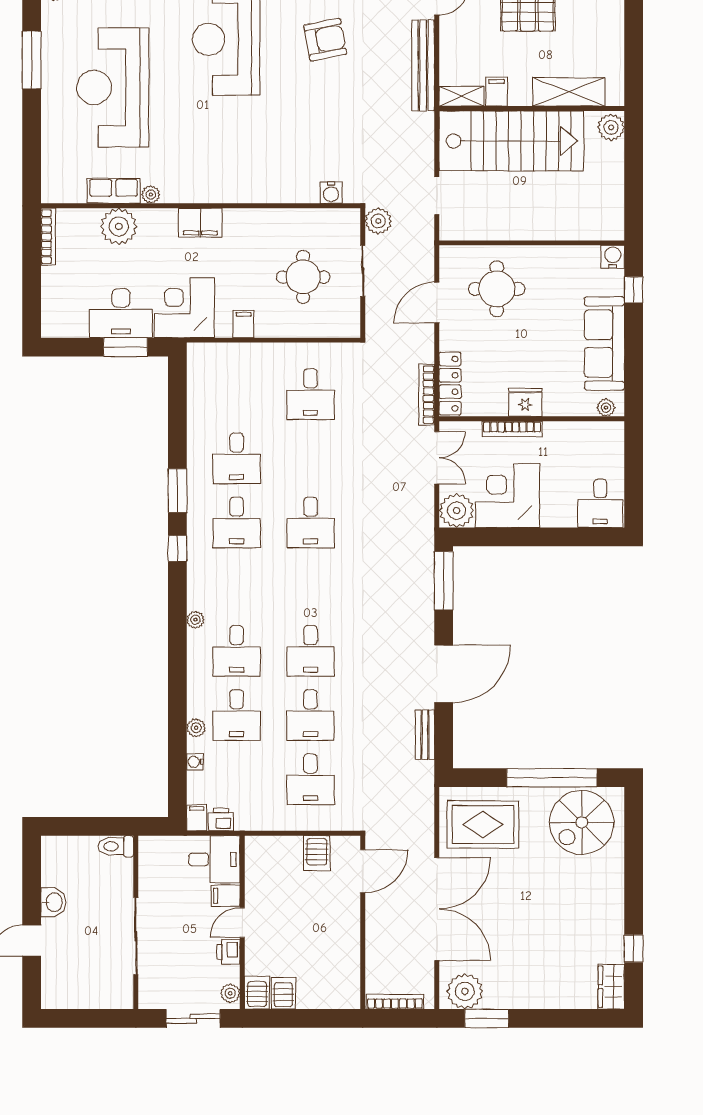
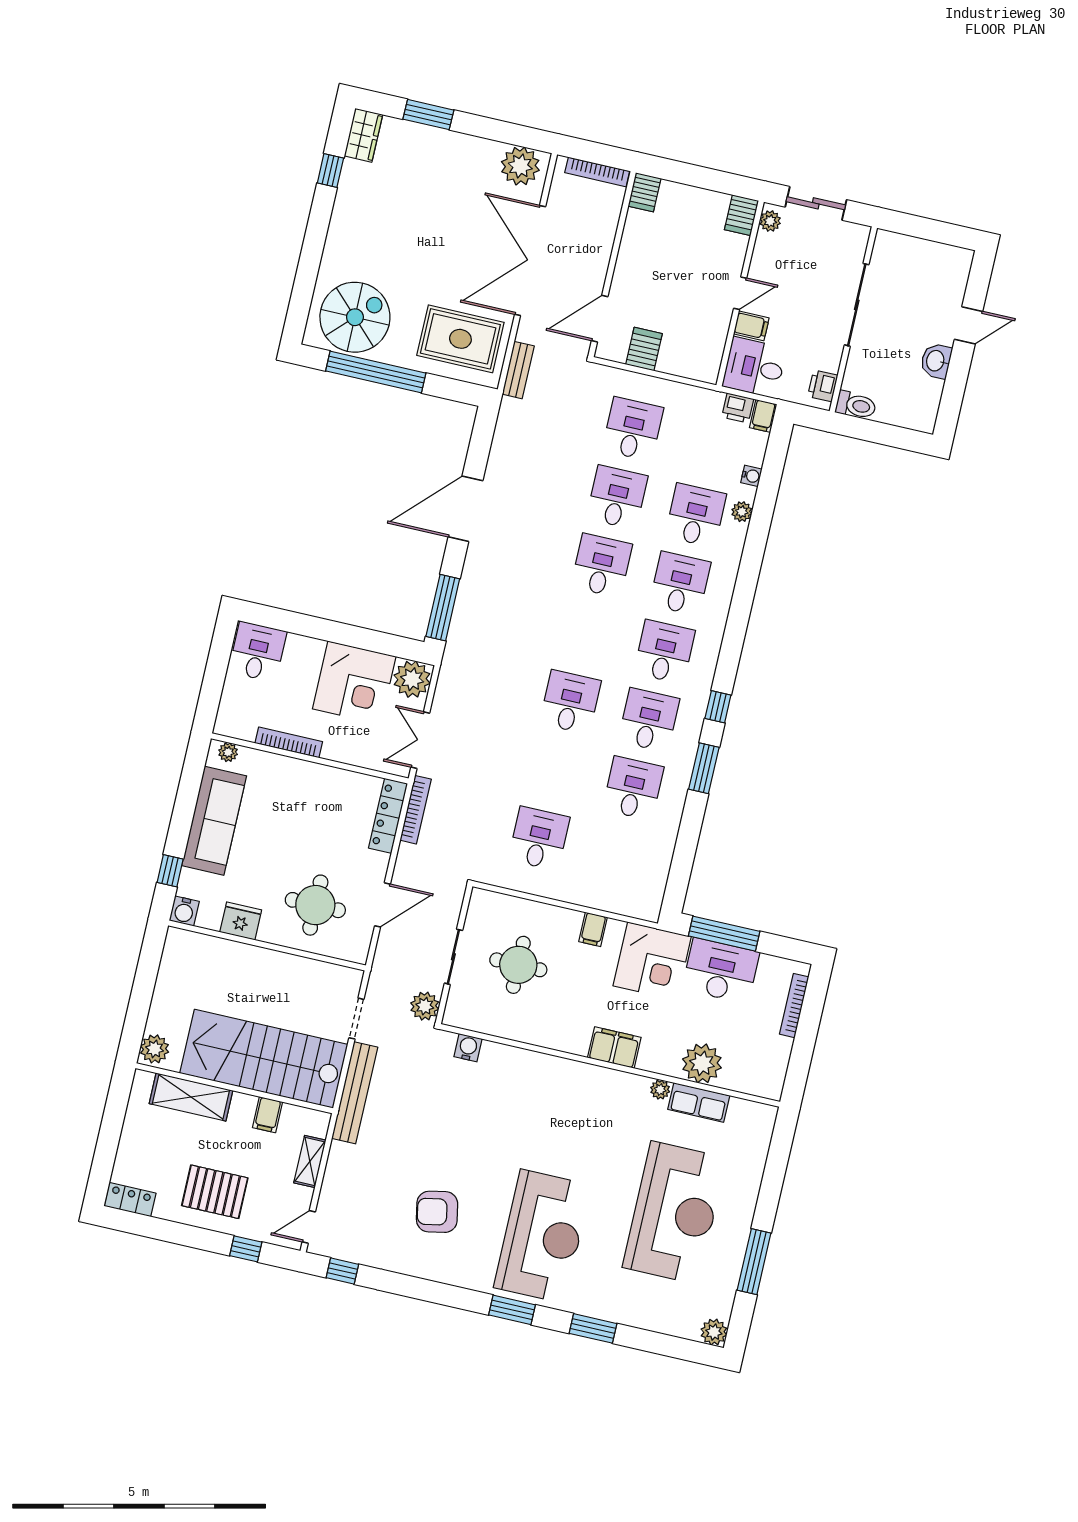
bench: (423, 65) -> (355, 1093), moved
shelving: (461, 96) -> (310, 1161), moved, turned 90
bookcase: (48, 237) -> (794, 1006), moved
window: (126, 347) -> (724, 934), width x1.44
fridge: (525, 402) -> (241, 921), moved, turned 180
bookcase: (512, 429) -> (289, 742), moved
desk: (237, 587) -> (664, 652), added
plant: (195, 620) -> (716, 627), removed
bench: (425, 735) -> (518, 370), moved
printer: (229, 952) -> (823, 386), moved, turned 180
server rack: (283, 993) -> (645, 192), moved
window: (487, 1018) -> (428, 115), moved

